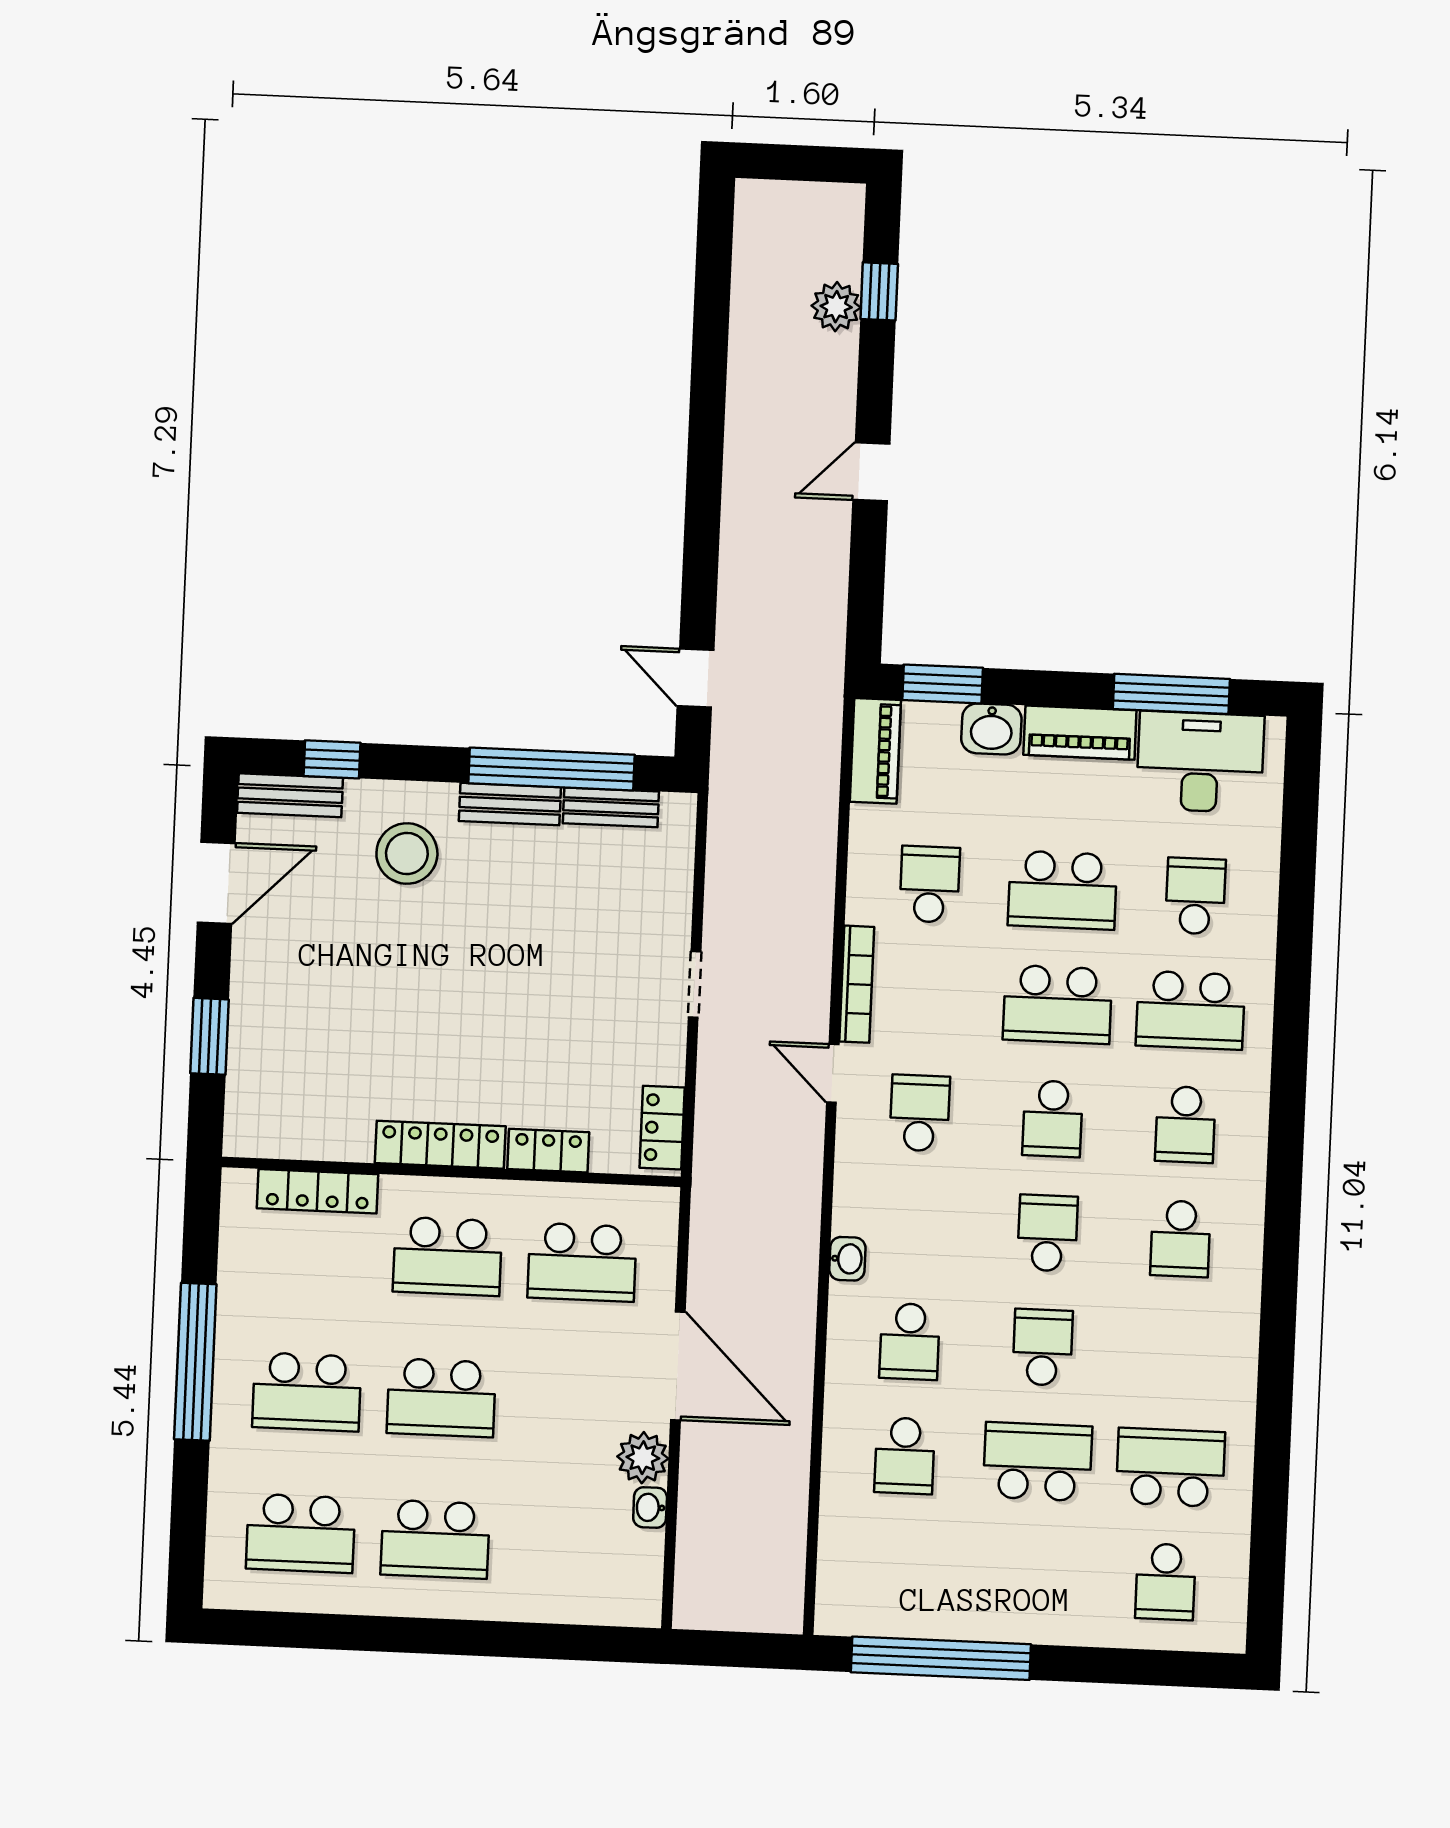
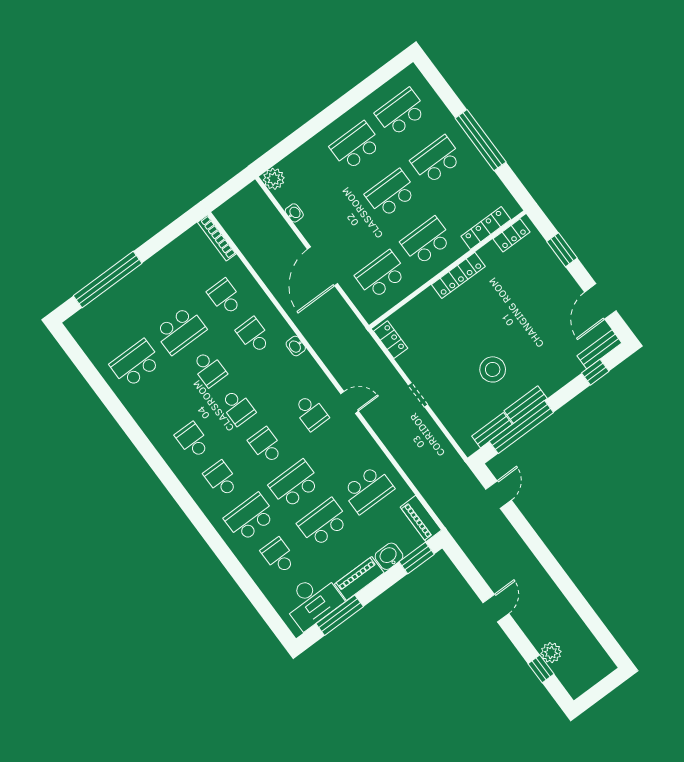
door: (696, 678) -> (499, 495), hinge flipped
stool: (407, 853) -> (493, 369), moved
school desk: (930, 884) -> (368, 489), width x1.85
school desk: (1195, 896) -> (278, 556), turned 180
bookcase: (857, 984) -> (217, 238), moved
locker: (548, 1151) -> (511, 235), moved
door: (678, 1366) -> (323, 266), hinge flipped
plant: (643, 1458) -> (274, 179), moved
school desk: (1170, 1467) -> (136, 363), turned 180
school desk: (1165, 1582) -> (107, 325), removed
window: (941, 1658) -> (108, 279), moved

